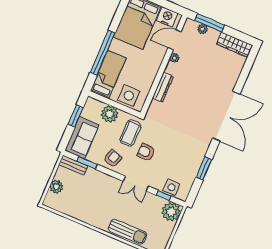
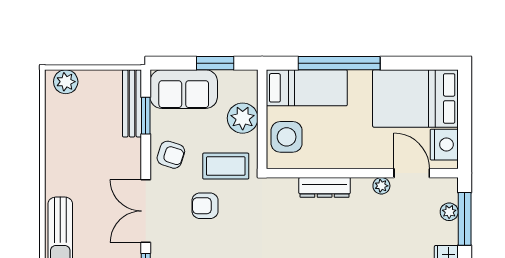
armchair: (146, 152) -> (205, 206), turned -90
bench: (73, 165) -> (132, 103), width x1.36
double door: (136, 184) -> (146, 211), width x1.37
plant: (56, 187) -> (66, 82), moved

